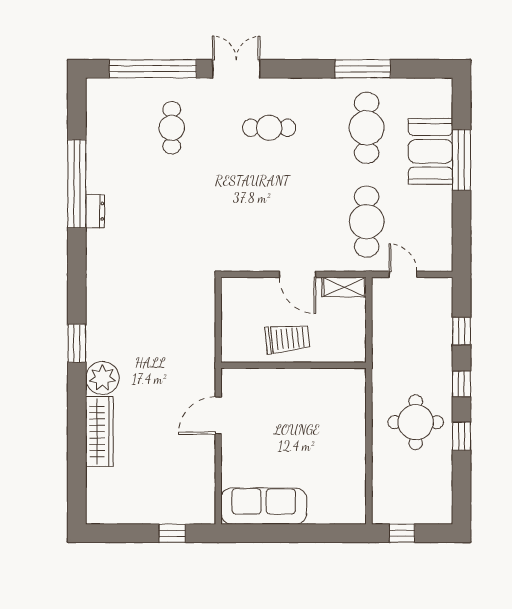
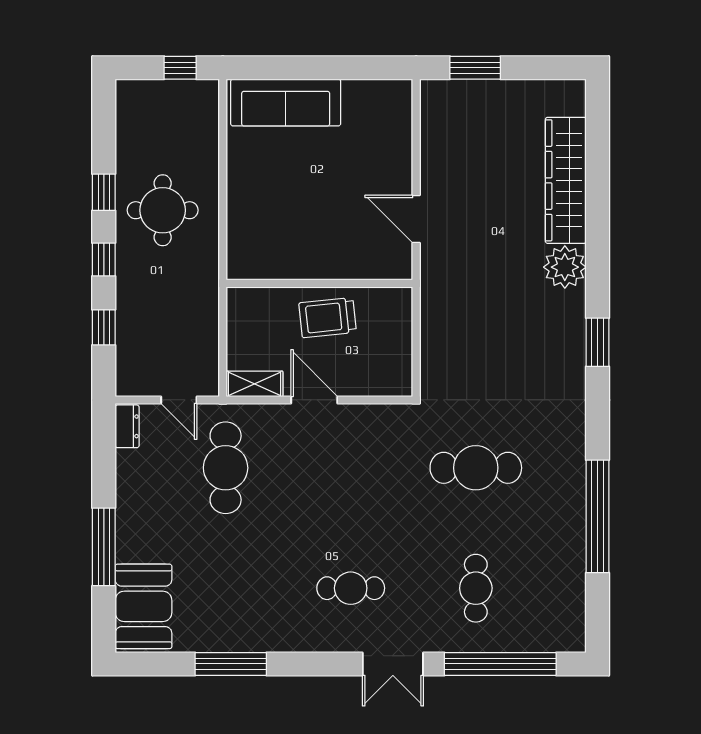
cafe table: (367, 128) -> (476, 468), moved, turned 90
booth: (431, 151) -> (143, 606), moved
dresser: (95, 211) -> (127, 426), moved, turned 180
window: (77, 343) -> (598, 342), moved
door: (218, 415) -> (416, 219), swing flipped
wardrobe: (99, 431) -> (566, 180), width x1.40, depth x1.17
sofa: (264, 506) -> (286, 103), moved
window: (172, 533) -> (475, 68), width x1.50

